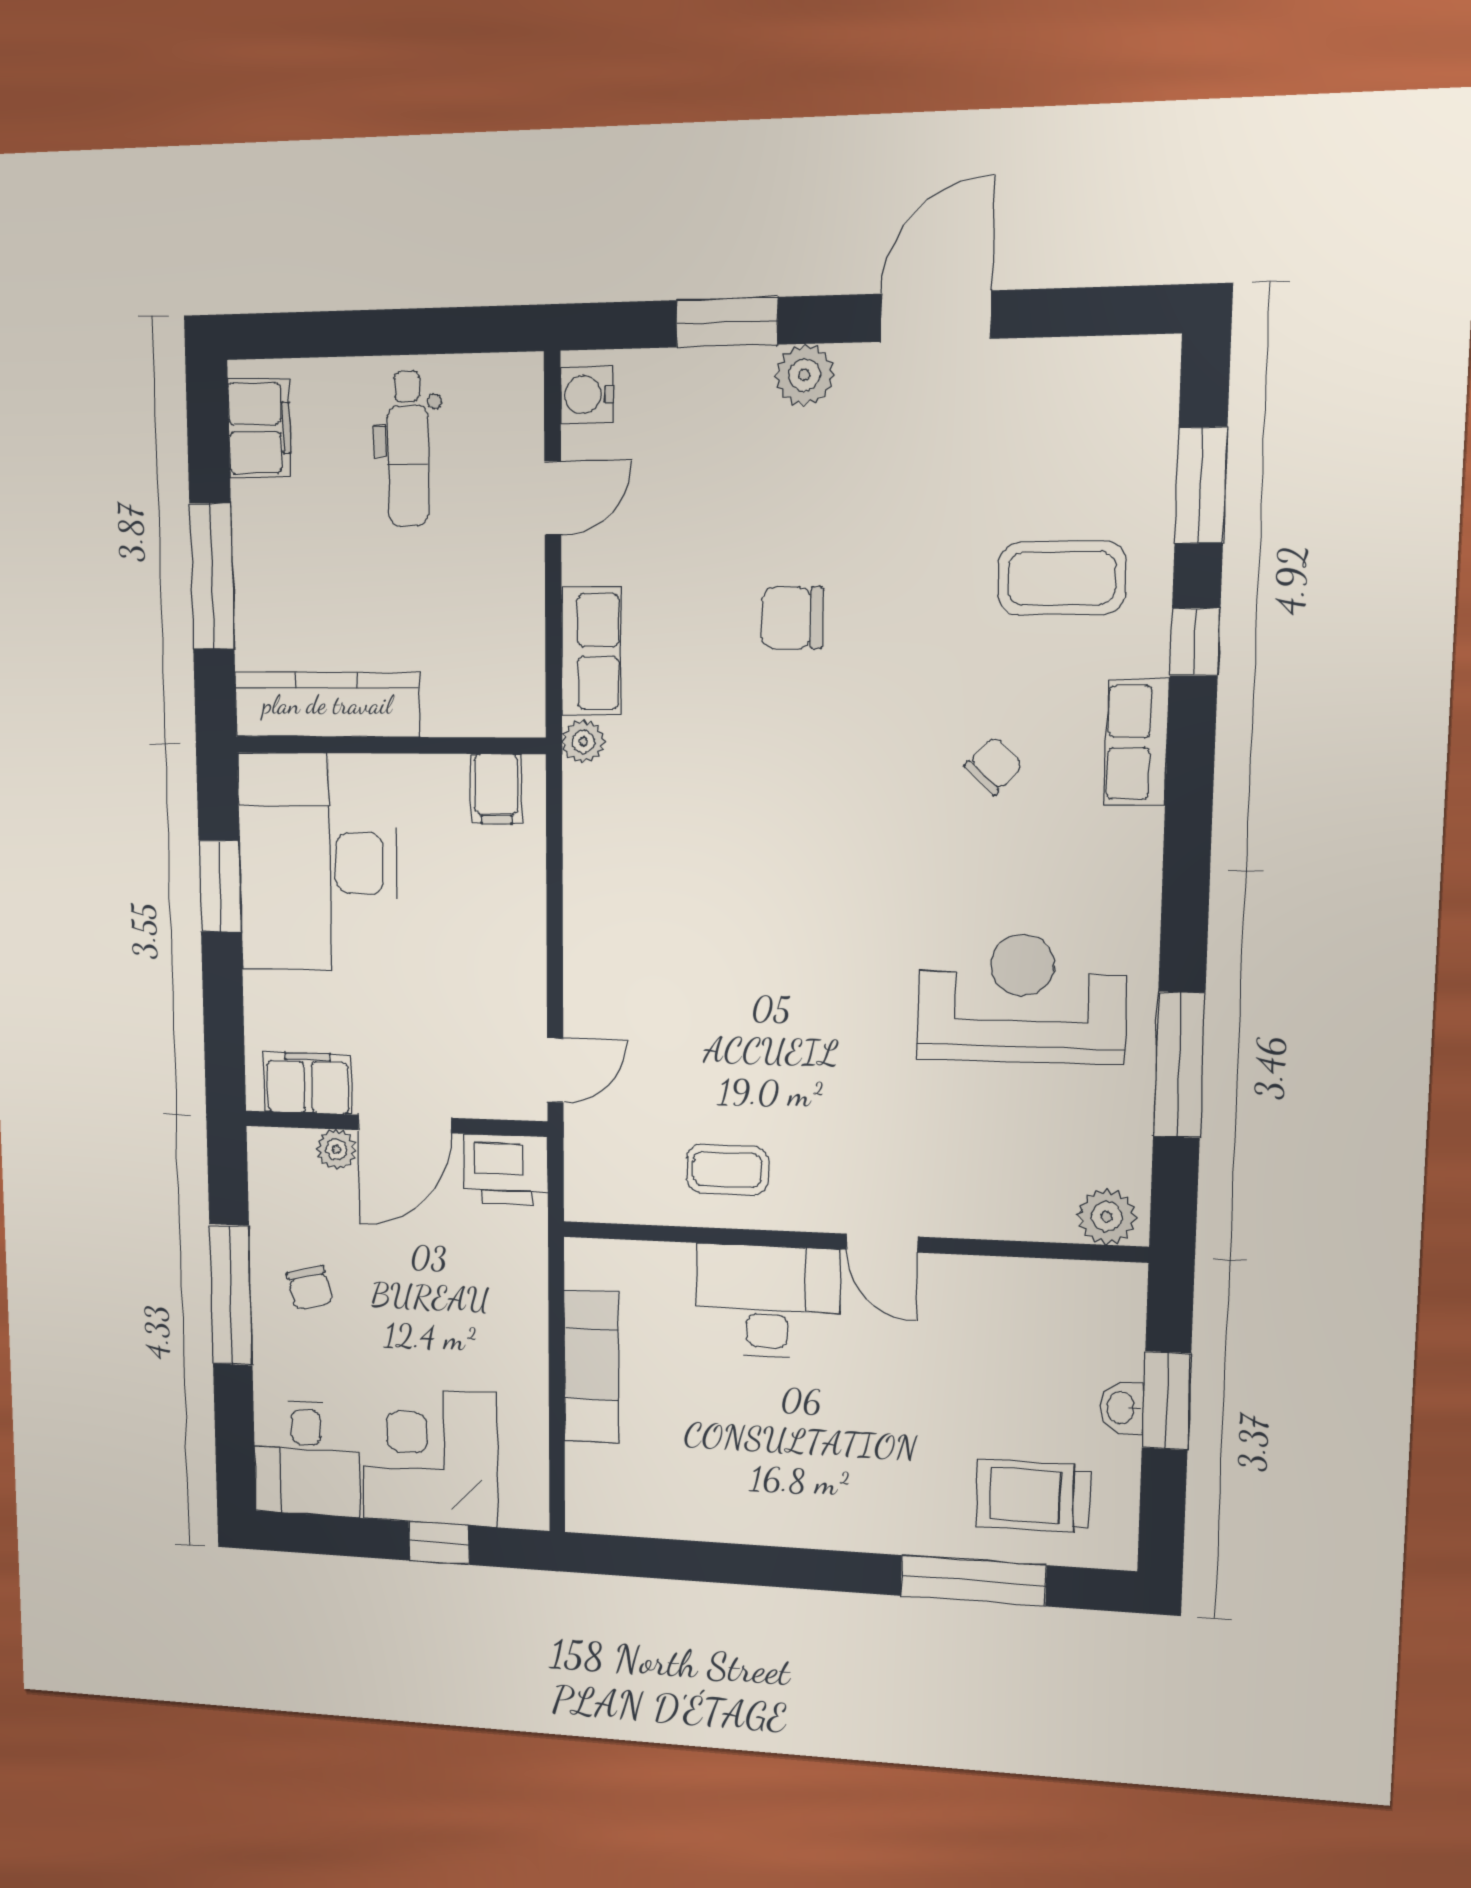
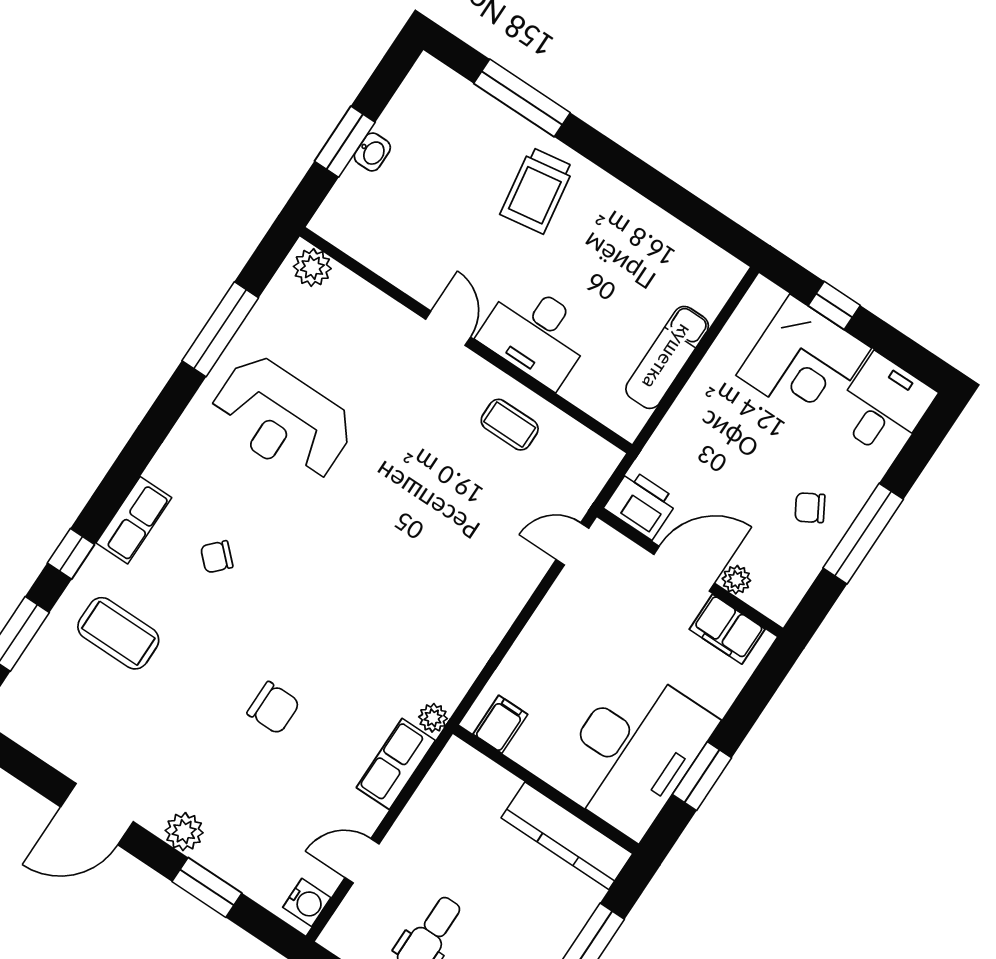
chair: (310, 1288) -> (810, 508), turned -106
trolley: (1033, 1496) -> (537, 191), moved, turned 81

